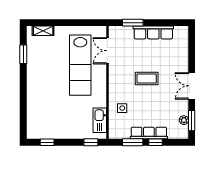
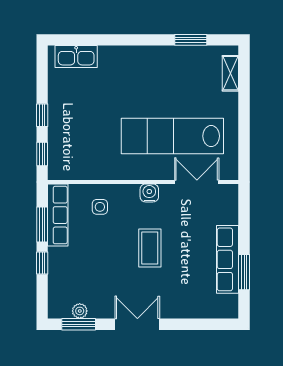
window: (133, 23) -> (244, 272), moved
water cooler: (114, 79) -> (149, 193), added
kitchen sink: (100, 120) -> (76, 57), moved, turned 180
row of seats: (149, 133) -> (58, 215), moved
window: (47, 142) -> (42, 115), moved

